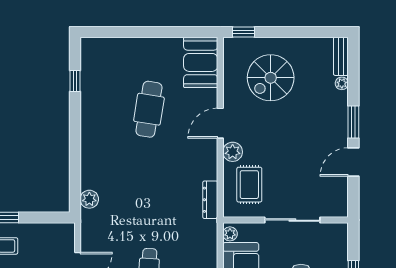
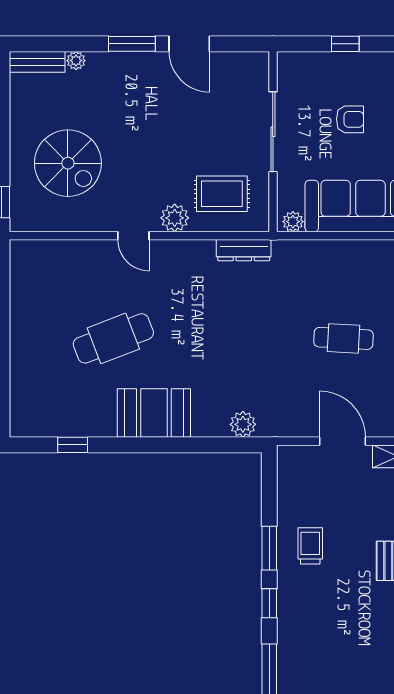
booth: (201, 62) -> (154, 413), moved
cafe table: (149, 109) -> (113, 338), turned -30
door: (220, 123) -> (133, 236), width x0.73

